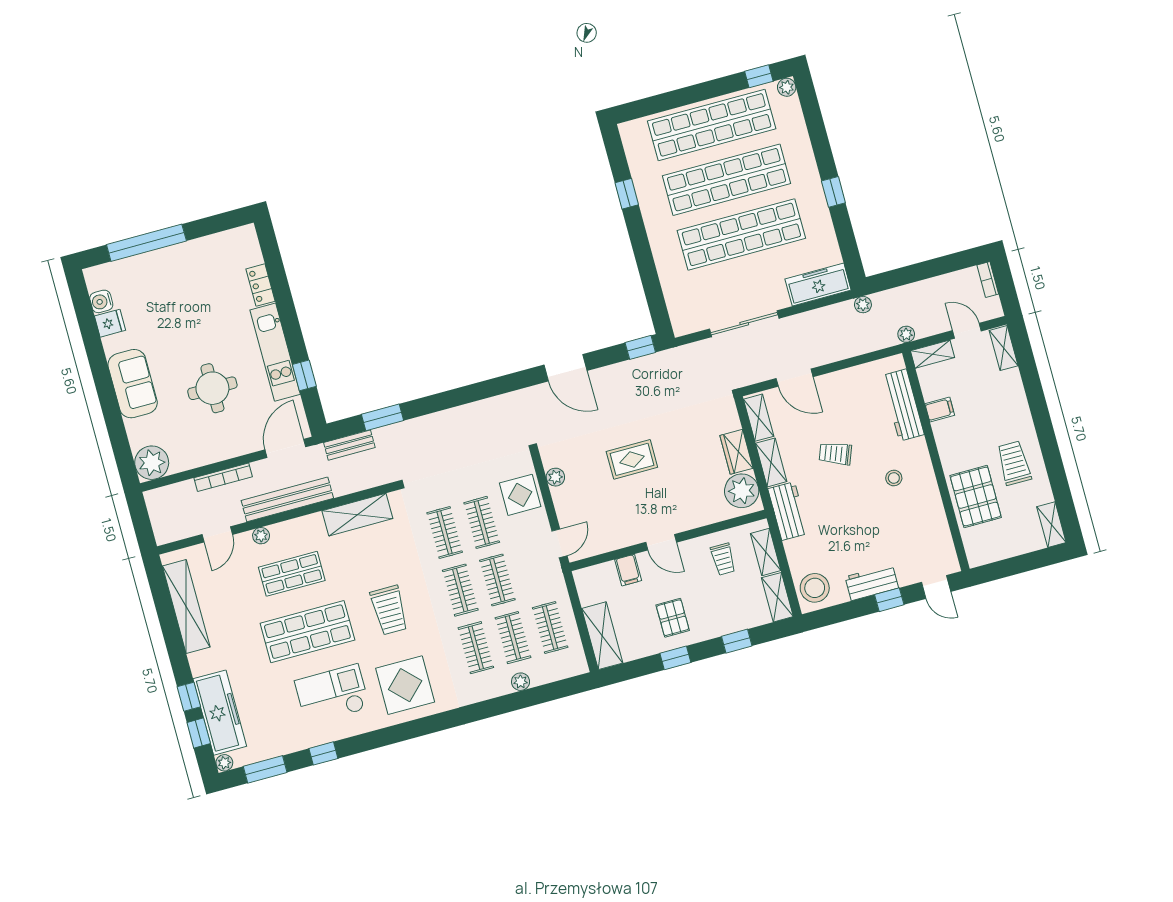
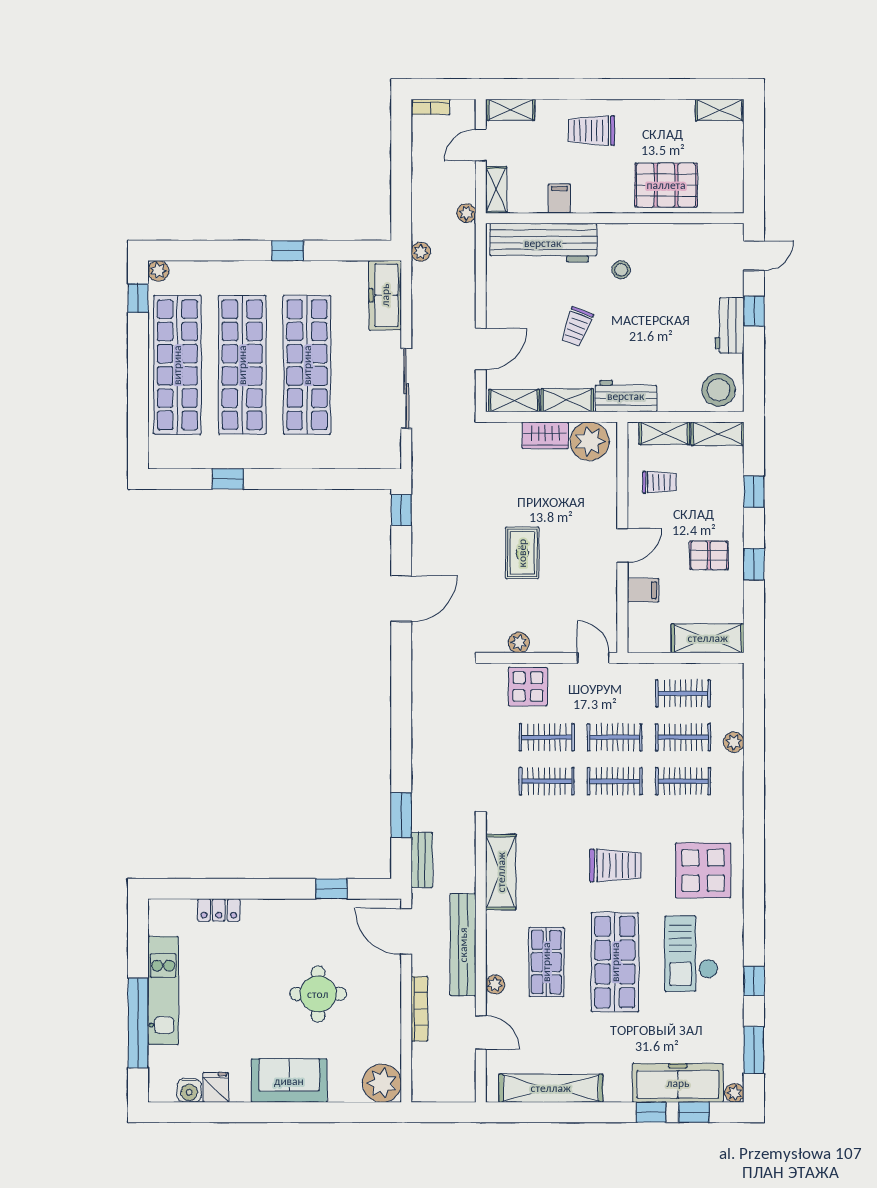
kitchen unit: (275, 352) -> (163, 990), moved, turned -90
workbench: (903, 405) -> (543, 243), width x1.36, depth x1.32
trolley: (1014, 463) -> (592, 130), moved

